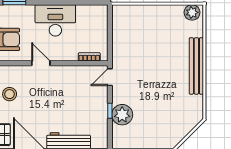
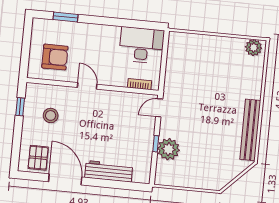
desk: (55, 20) -> (142, 45), moved
bench: (196, 66) -> (250, 130), moved

